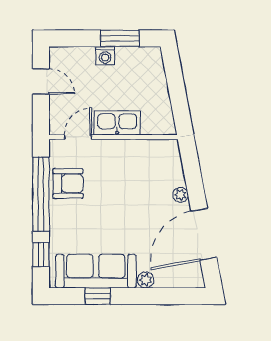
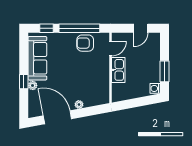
washing machine: (105, 56) -> (155, 88), moved
door: (78, 137) -> (111, 49), hinge flipped
armchair: (68, 183) -> (85, 43), turned 90
window: (98, 296) -> (24, 82), moved

